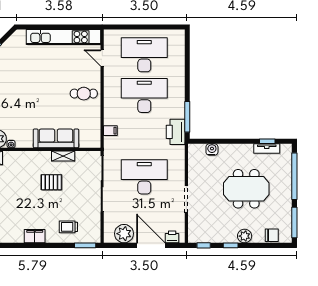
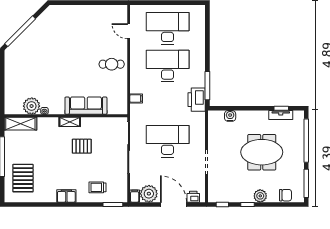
kitchen unit: (64, 37) -> (93, 12), removed
shelving: (63, 156) -> (70, 122), moved
filing cabinet: (109, 236) -> (135, 196), added

